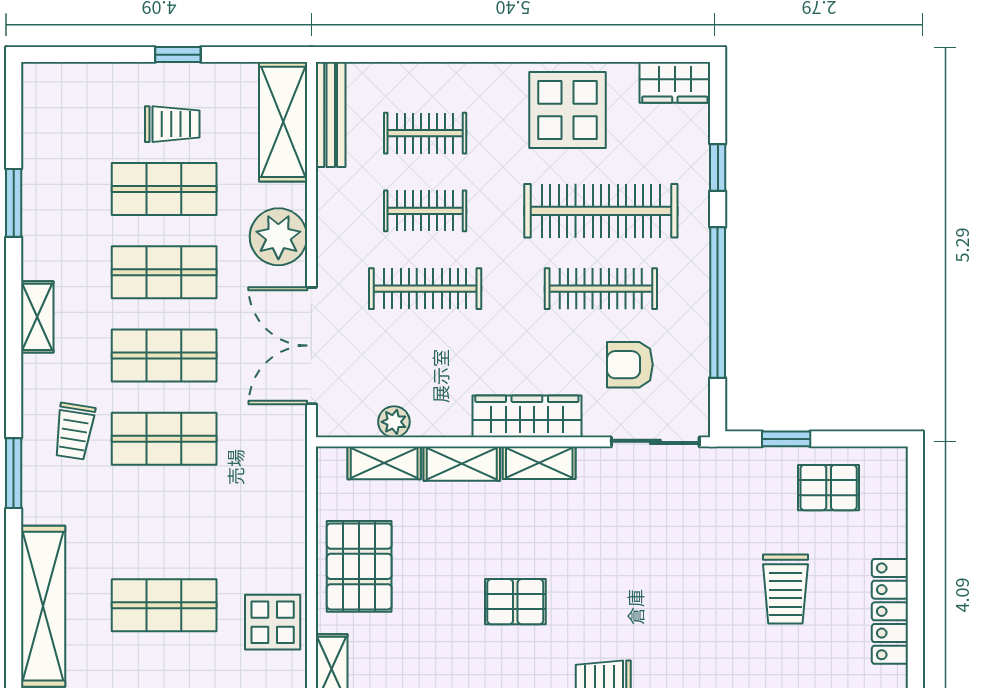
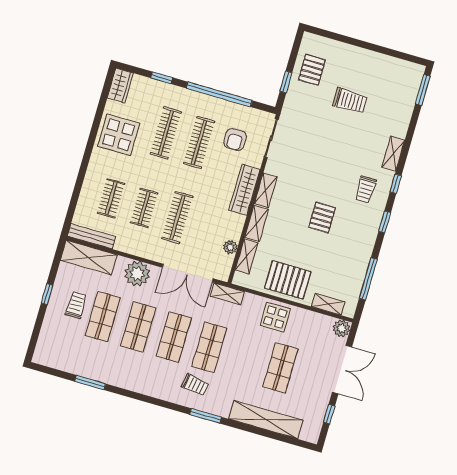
clothes rail: (601, 211) -> (166, 133), width x0.73, depth x0.76
shelving: (37, 317) -> (227, 294), moved
locker: (890, 611) -> (372, 59), removed
display table: (273, 622) -> (275, 317), moved

